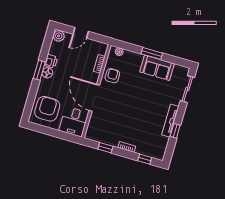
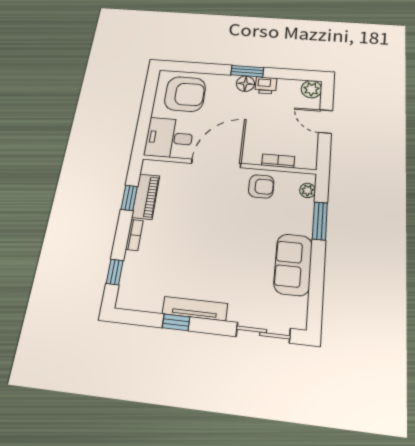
window: (152, 53) -> (320, 221), moved
piano: (106, 139) -> (146, 197), added

